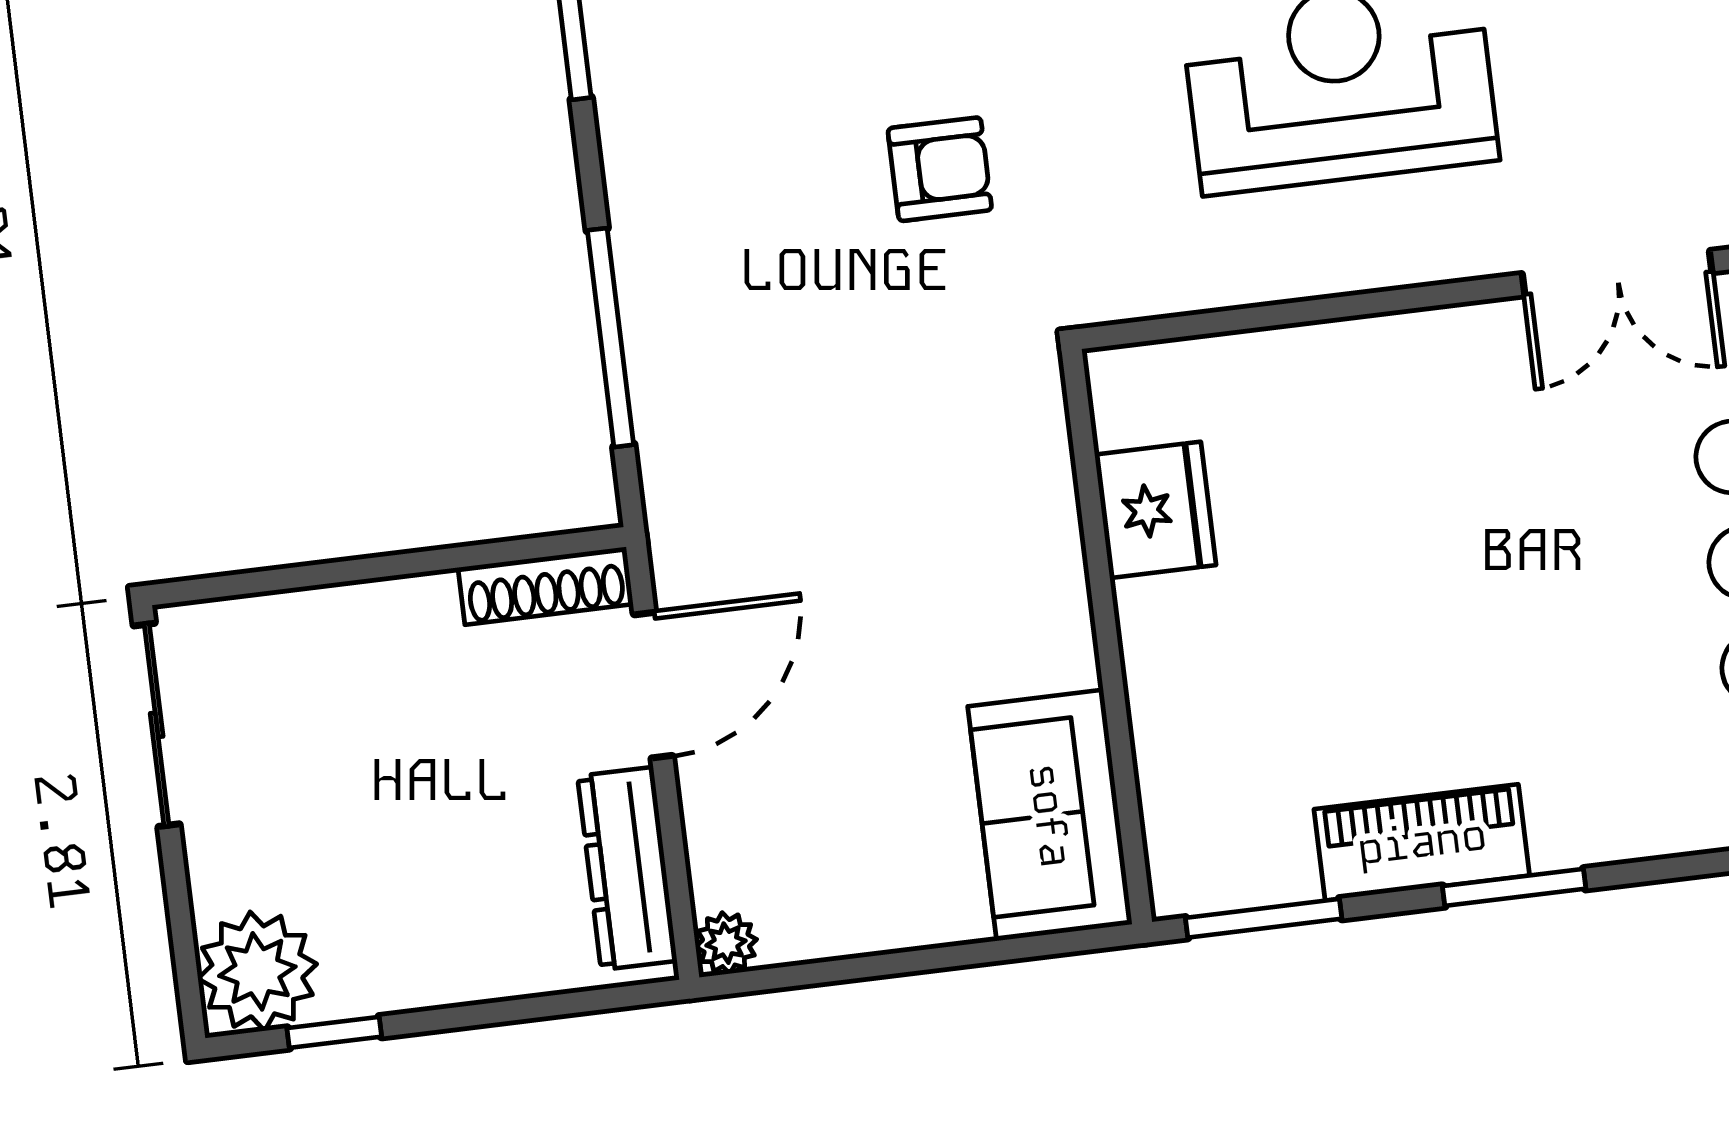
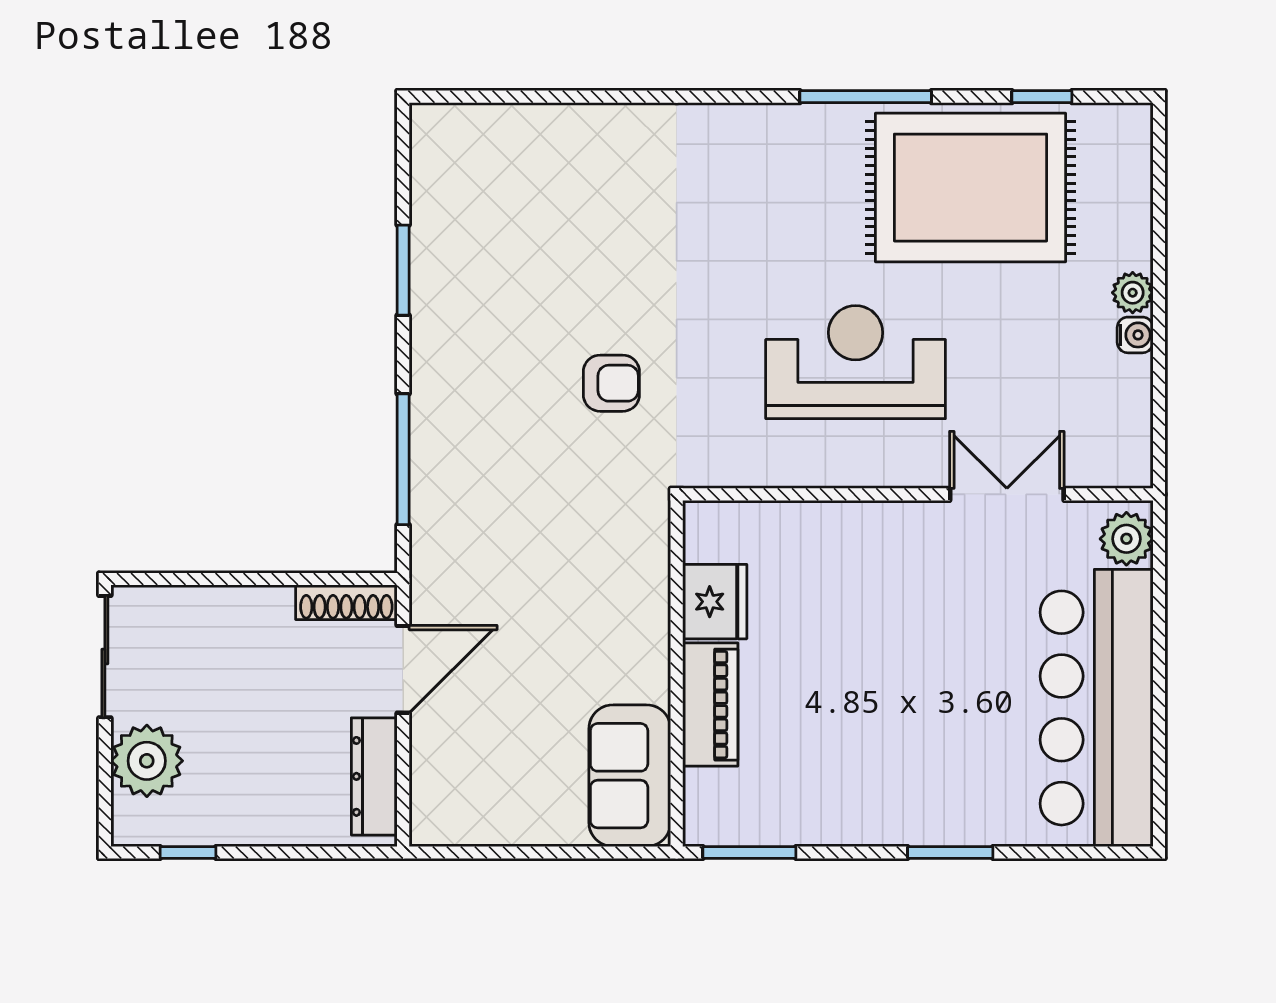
double door: (1617, 273) -> (1007, 494), swing flipped
piano: (1422, 842) -> (710, 705), moved, turned 90
window: (1514, 887) -> (950, 852), moved
plant: (726, 943) -> (428, 828), removed
plant: (257, 971) -> (147, 761), moved

